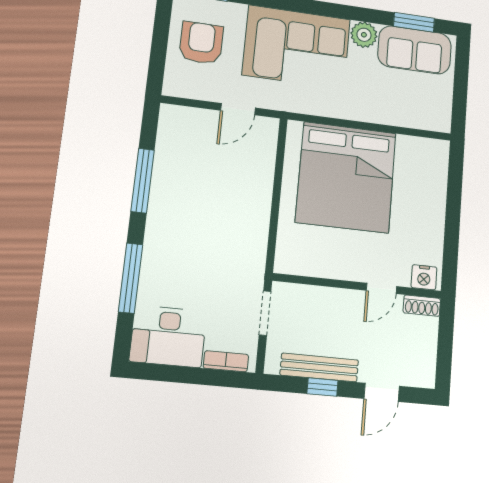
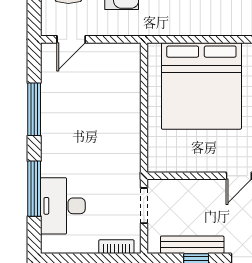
door: (238, 109) -> (71, 39), moved
desk: (168, 336) -> (63, 206), moved, turned 90

